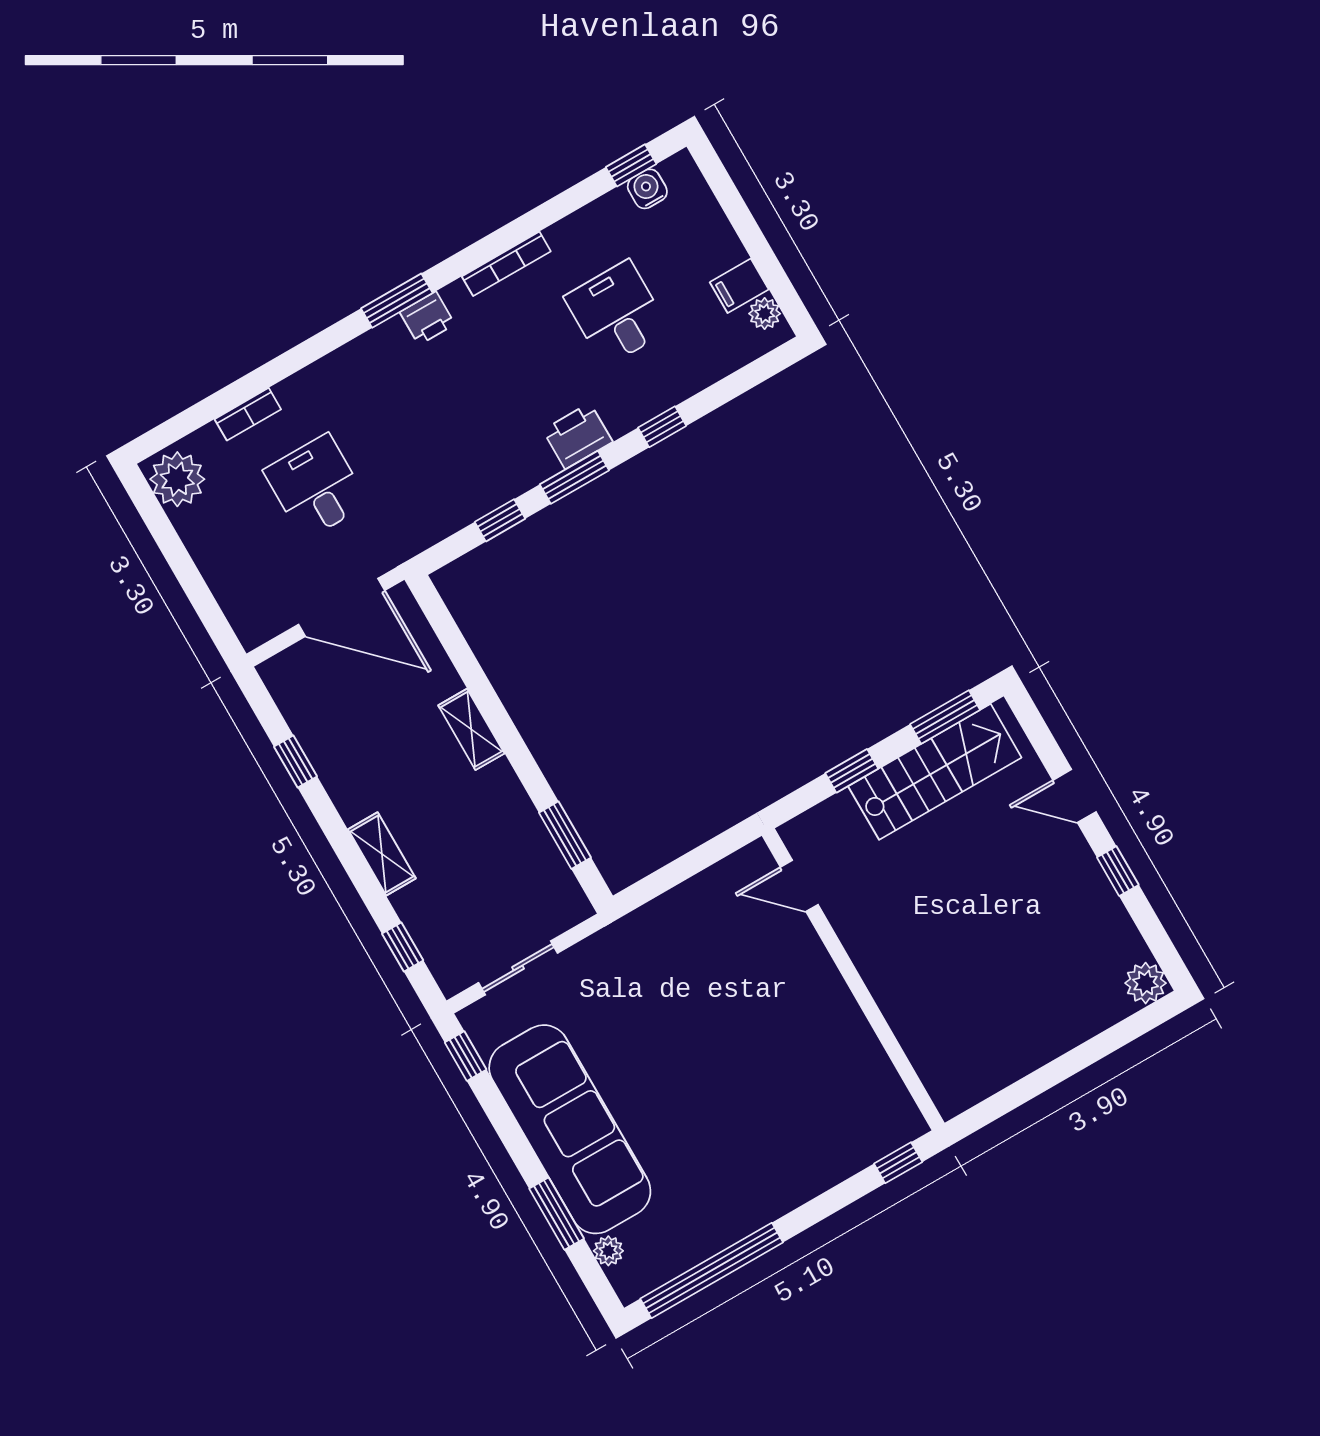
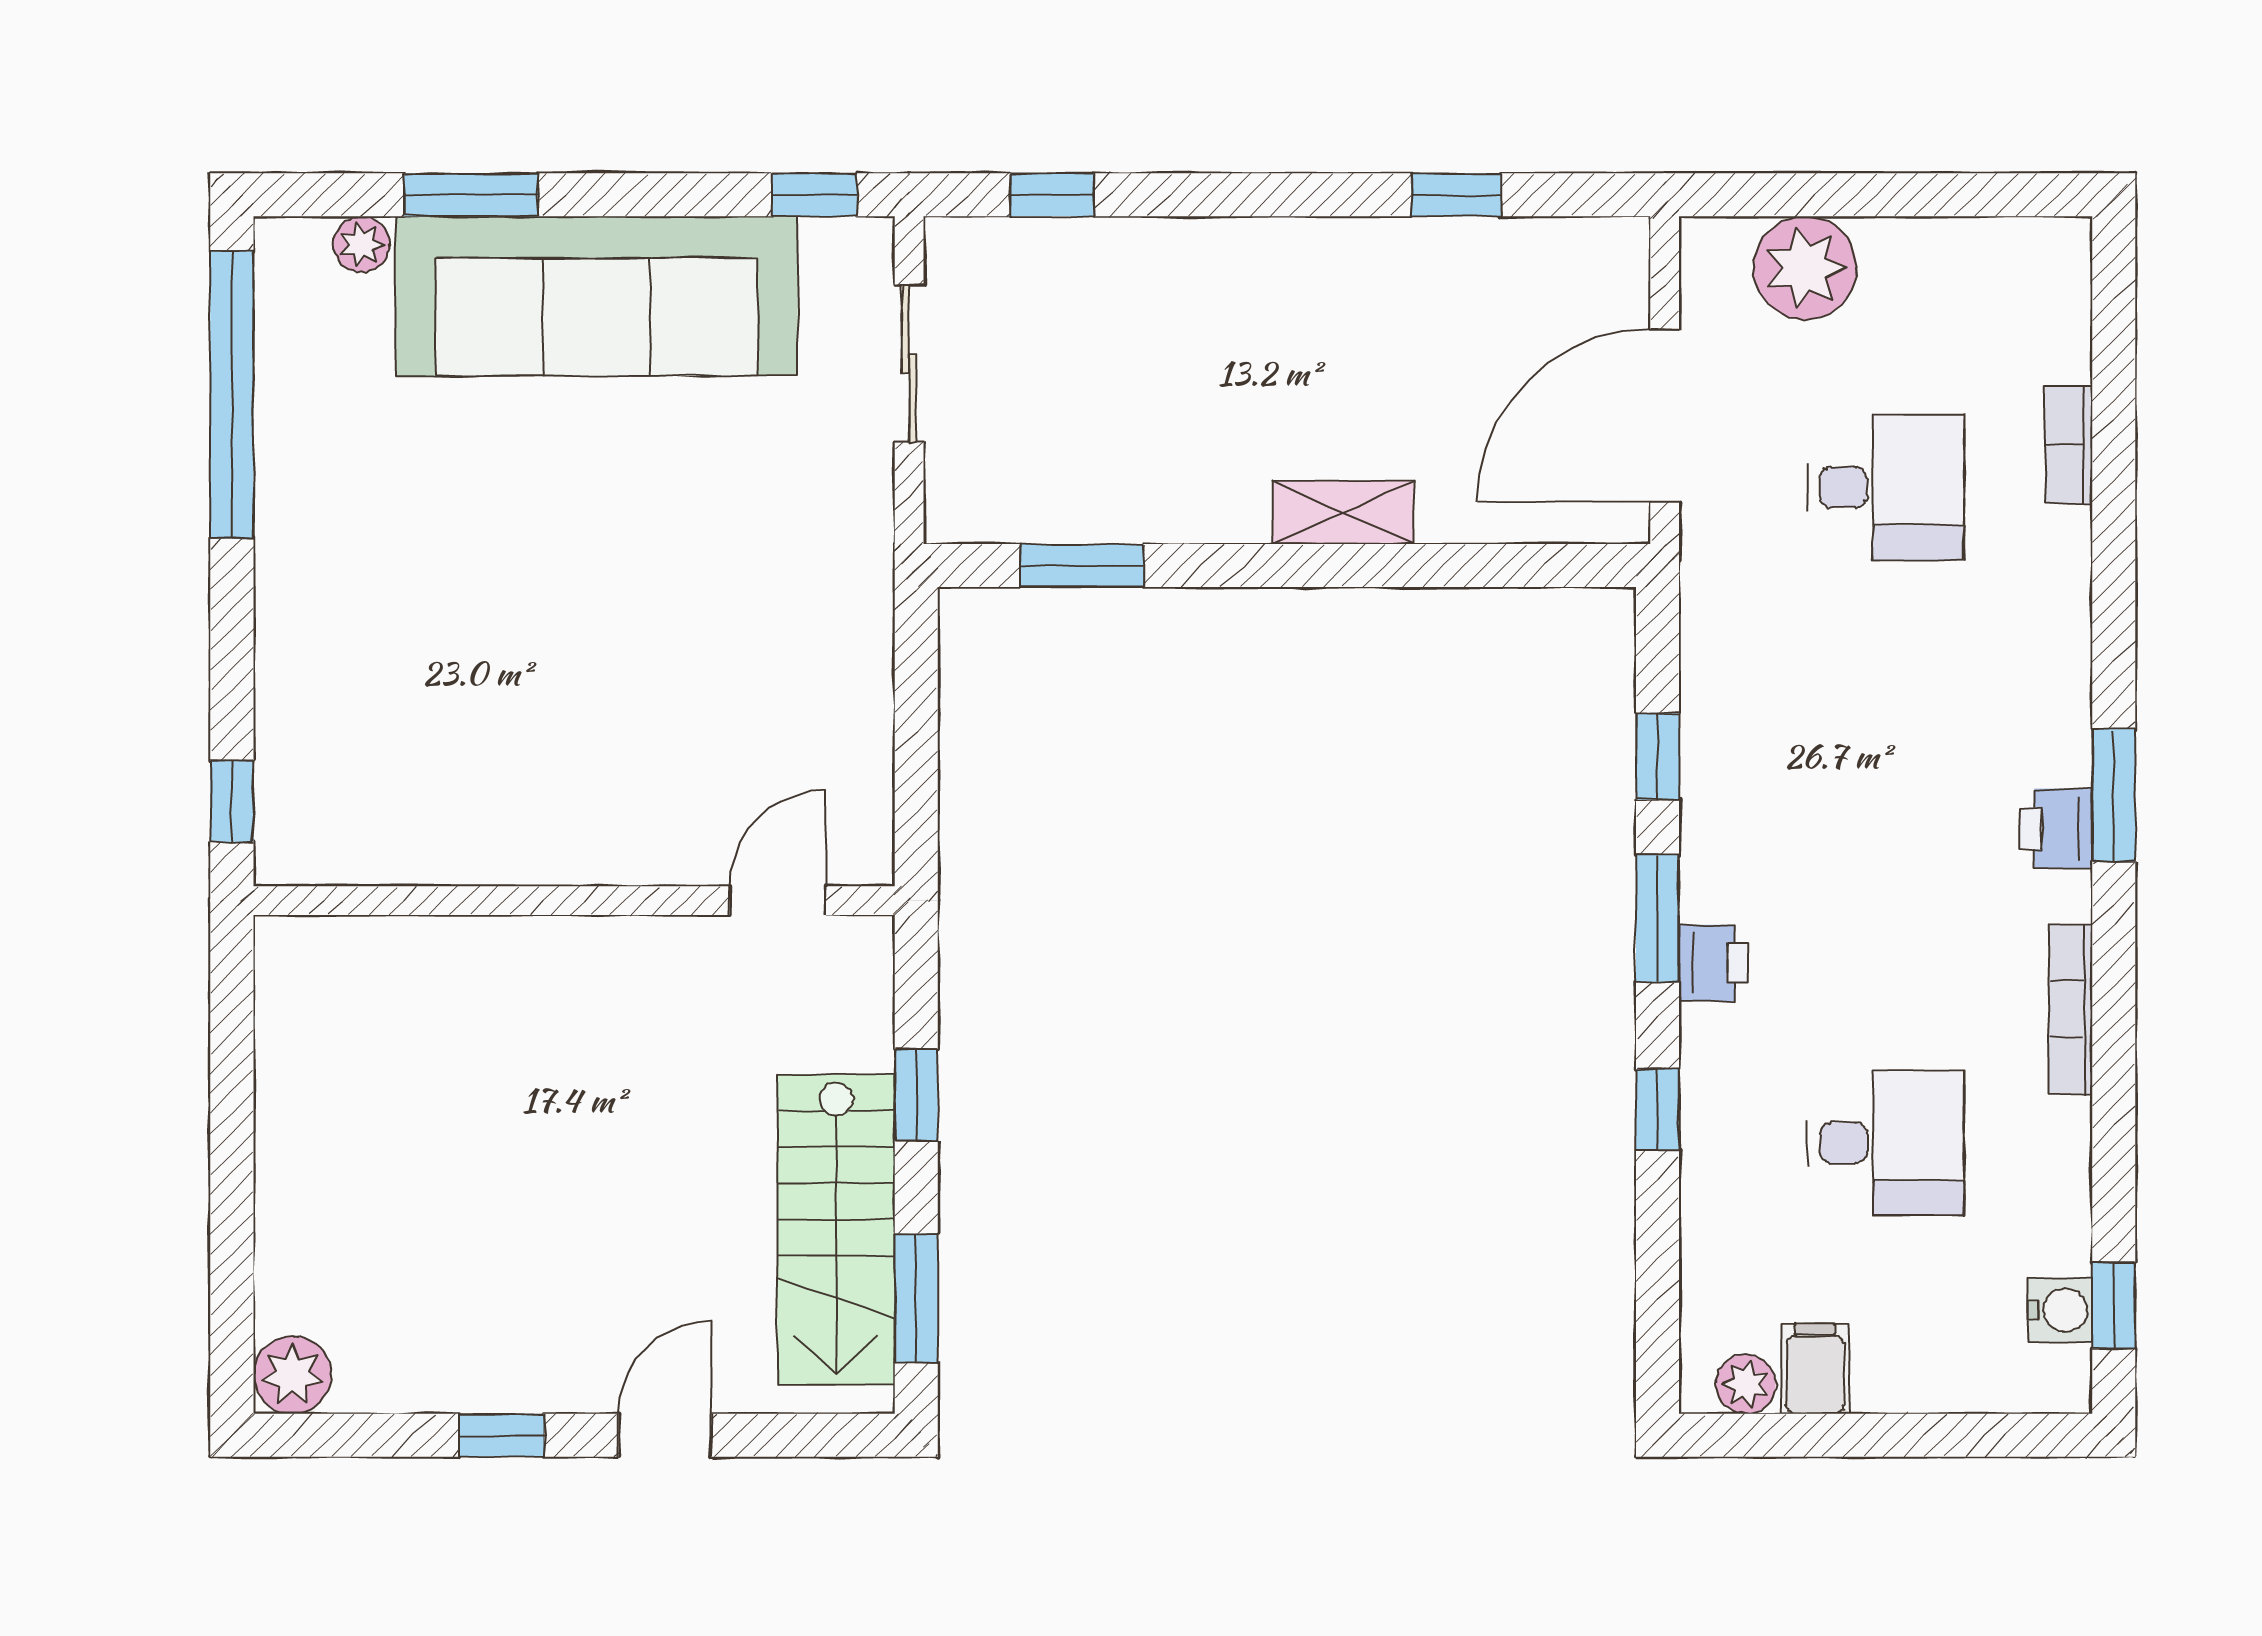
printer: (578, 436) -> (1714, 963), width x0.73, depth x0.81
plant: (177, 479) -> (1805, 268), moved
shelving: (382, 854) -> (1224, 249), removed

